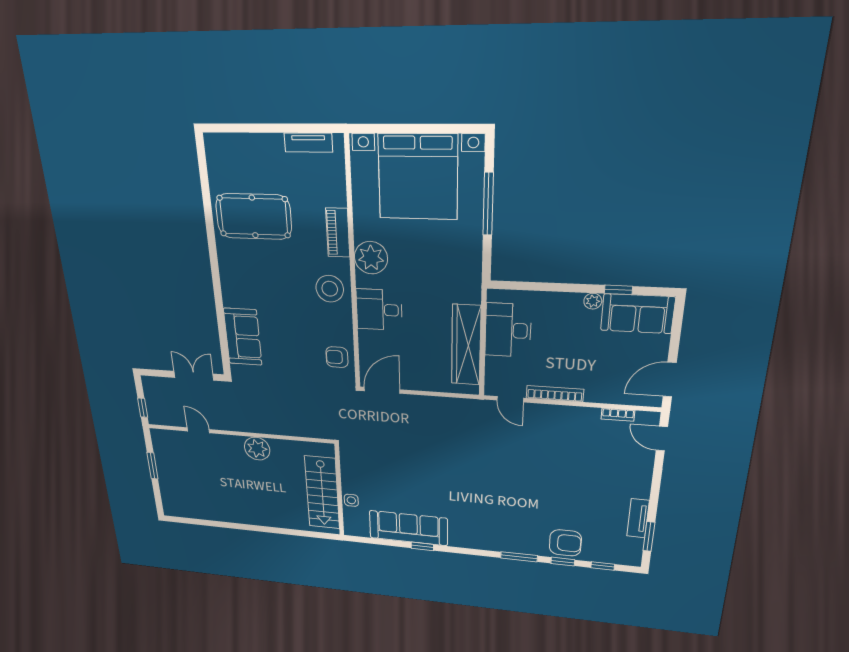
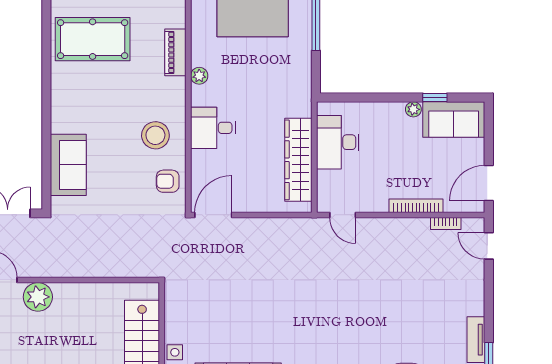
plant: (371, 258) -> (199, 76), width x0.53, depth x0.53
stool: (330, 289) -> (155, 135), moved
bookcase: (555, 394) -> (416, 206), moved
plant: (257, 449) -> (38, 297), moved

